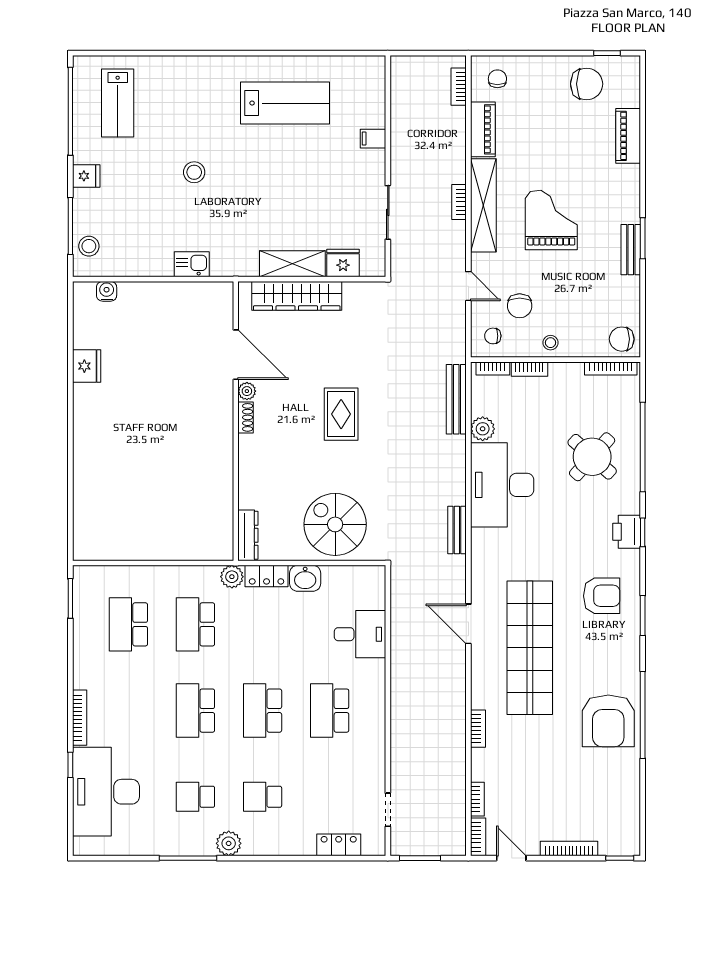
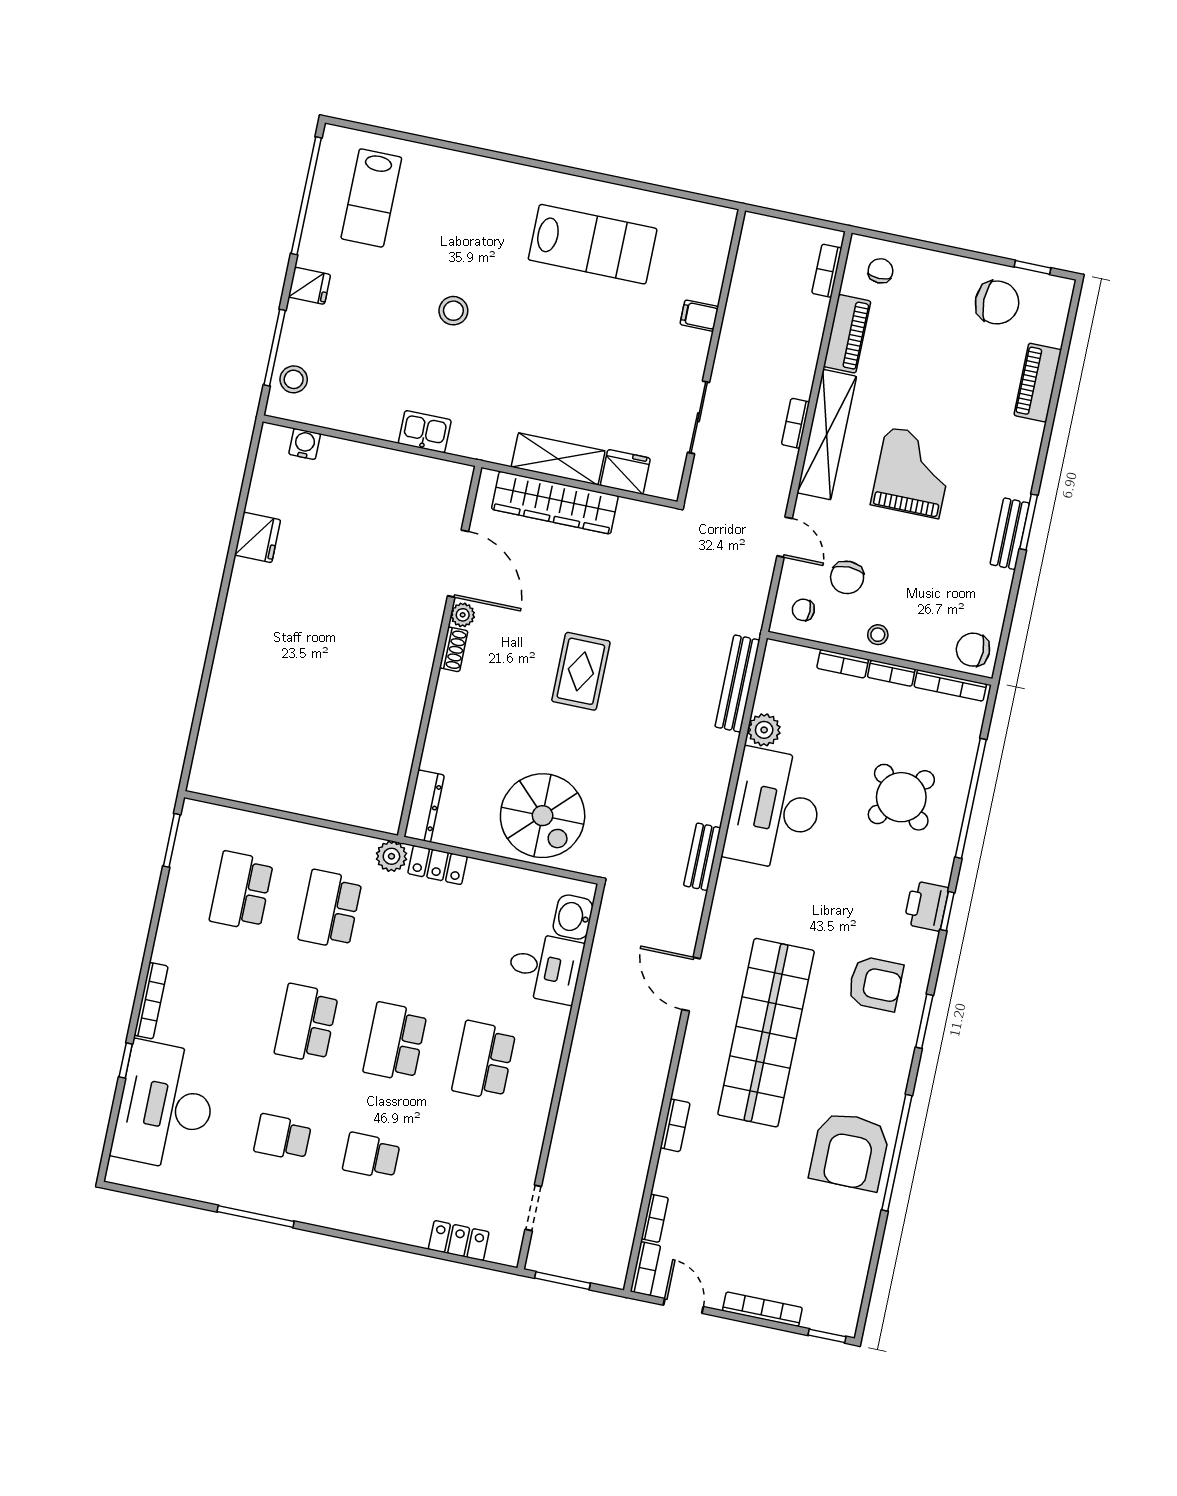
bookcase: (493, 368) -> (891, 673), moved
spiral stairs: (335, 524) -> (543, 816), turned 180
washbasin: (305, 578) -> (573, 917), moved, turned 90
plant: (229, 843) -> (313, 1208), removed

